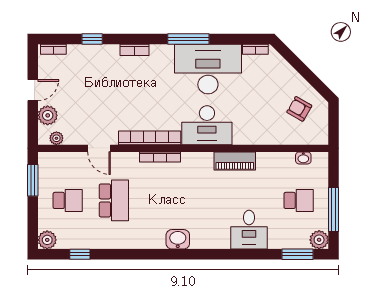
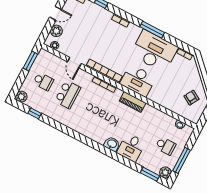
piano: (235, 161) -> (133, 102), moved
washbasin: (178, 239) -> (112, 144), moved

